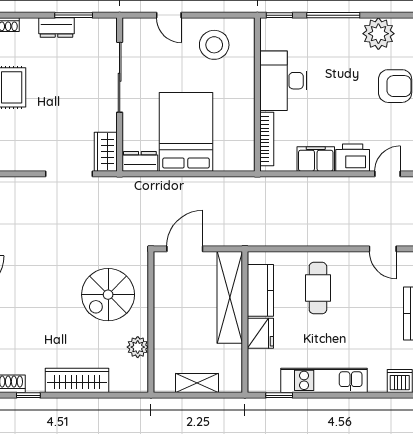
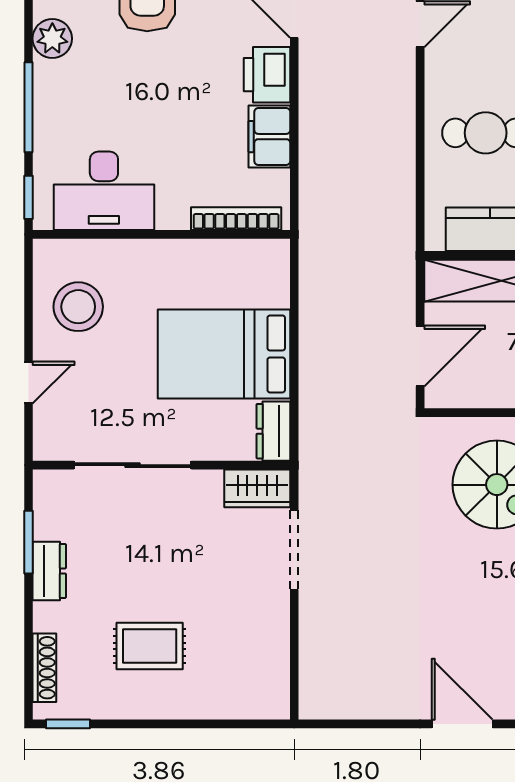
plant: (378, 34) -> (52, 39), width x0.73, depth x0.73
desk: (283, 81) -> (104, 191), moved
door: (185, 249) -> (420, 356), swing flipped

